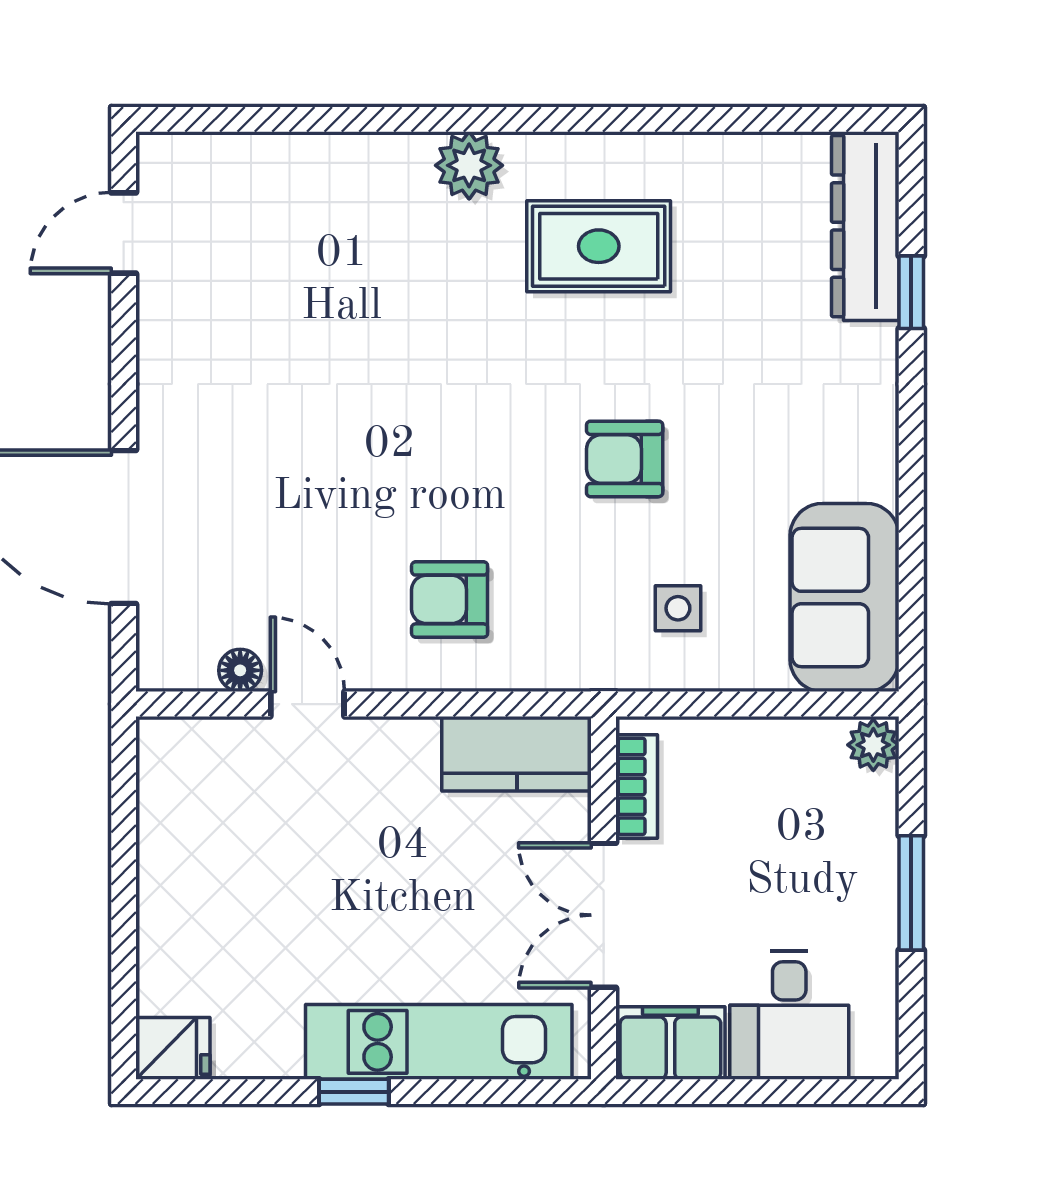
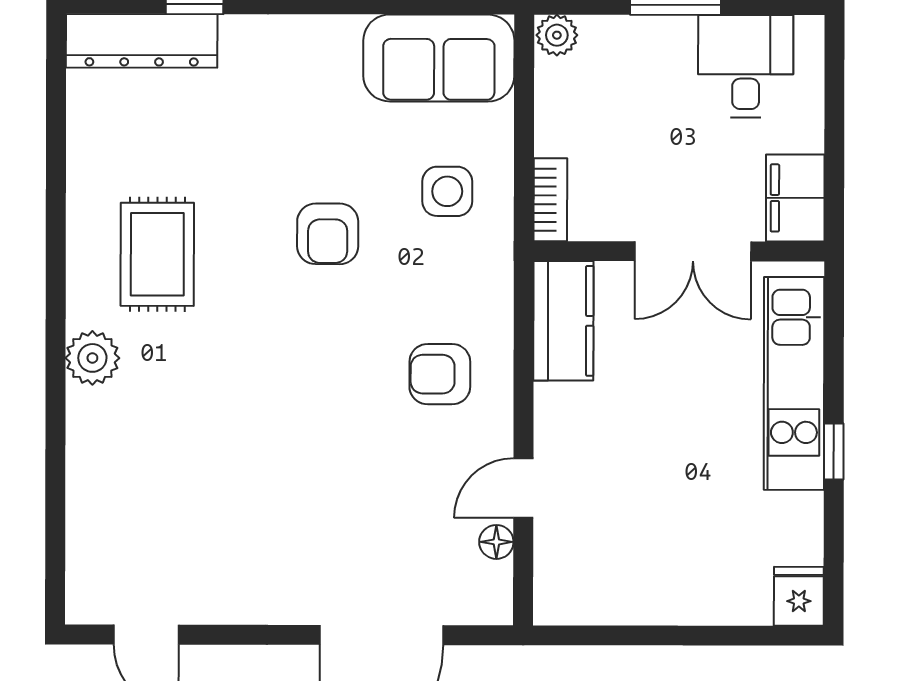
armchair: (450, 599) -> (440, 374), turned 90
side table: (678, 608) -> (447, 191), width x1.37, depth x1.37
bookcase: (637, 786) -> (550, 200), moved, turned 90
desk: (789, 1015) -> (746, 66), moved, turned -90

